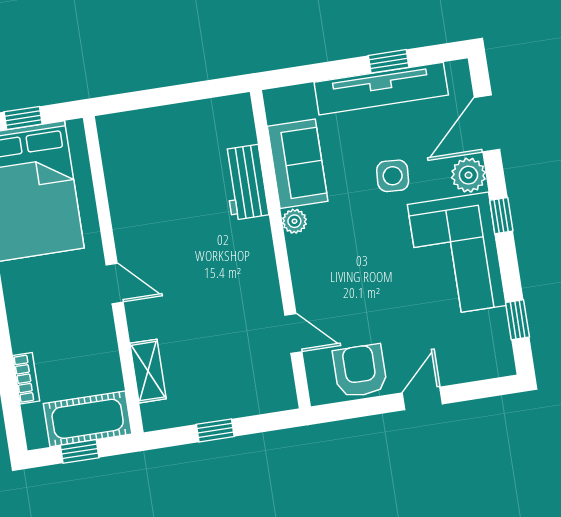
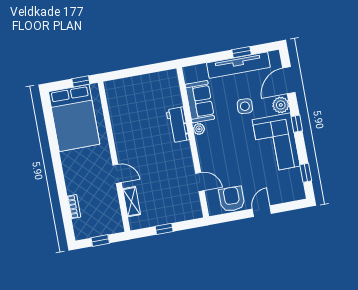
window: (23, 118) -> (81, 81), moved
workbench: (245, 182) -> (178, 125), moved
door: (115, 283) -> (117, 174), moved
cot: (88, 419) -> (104, 225), removed

